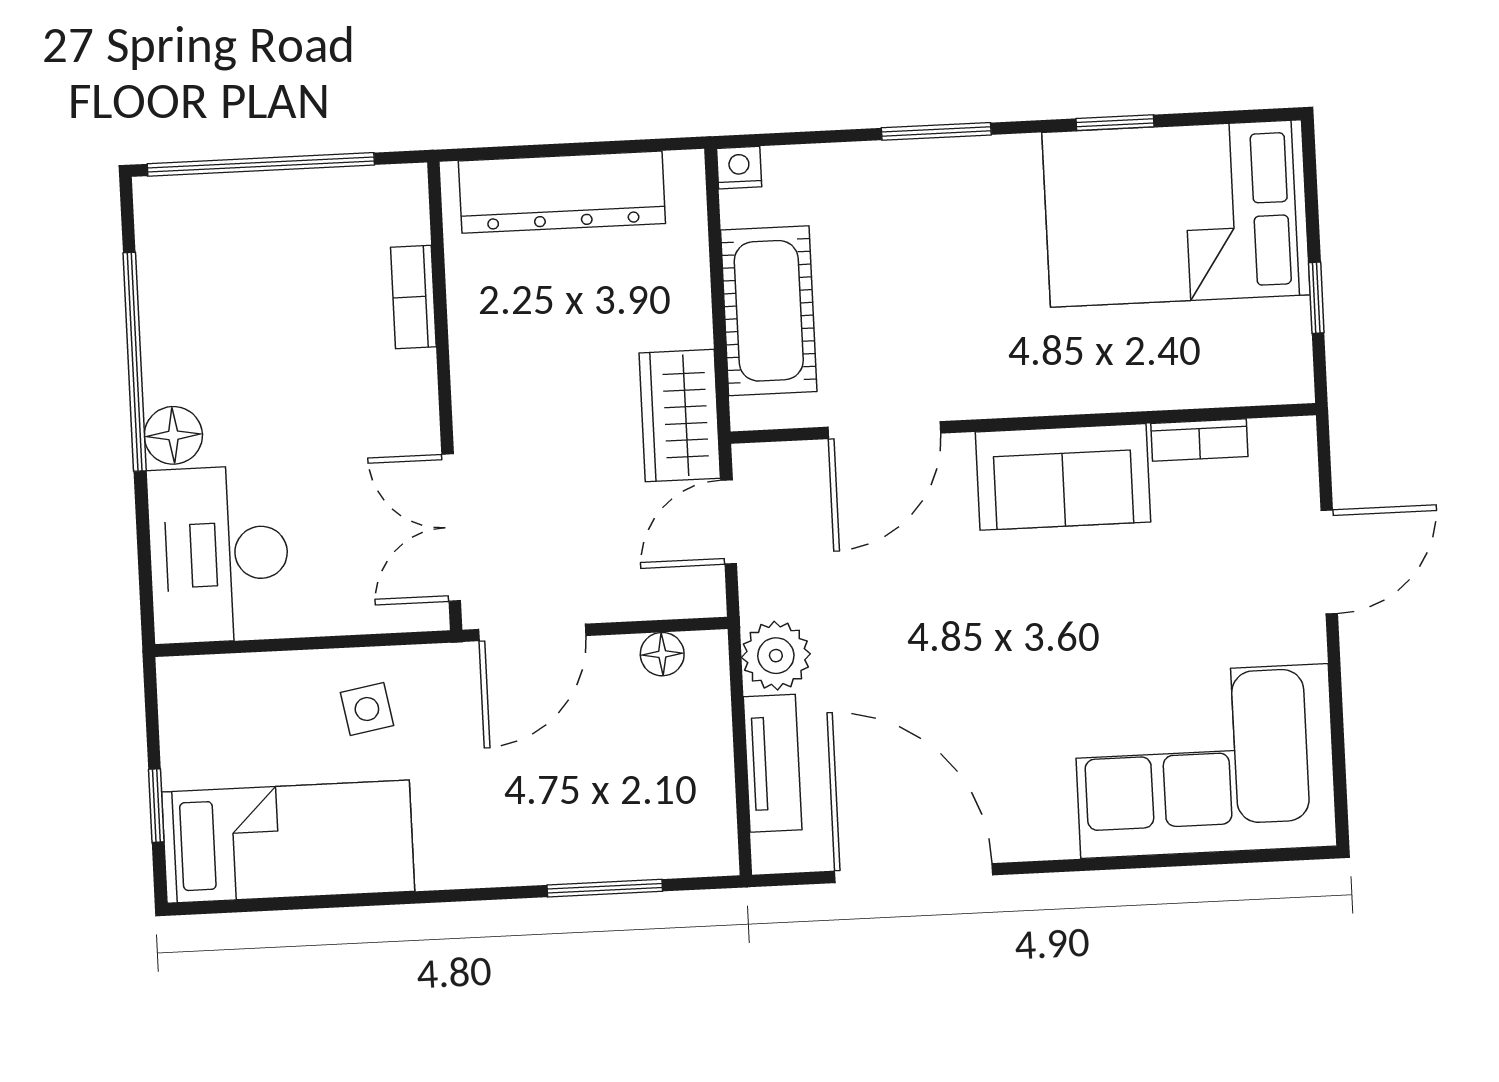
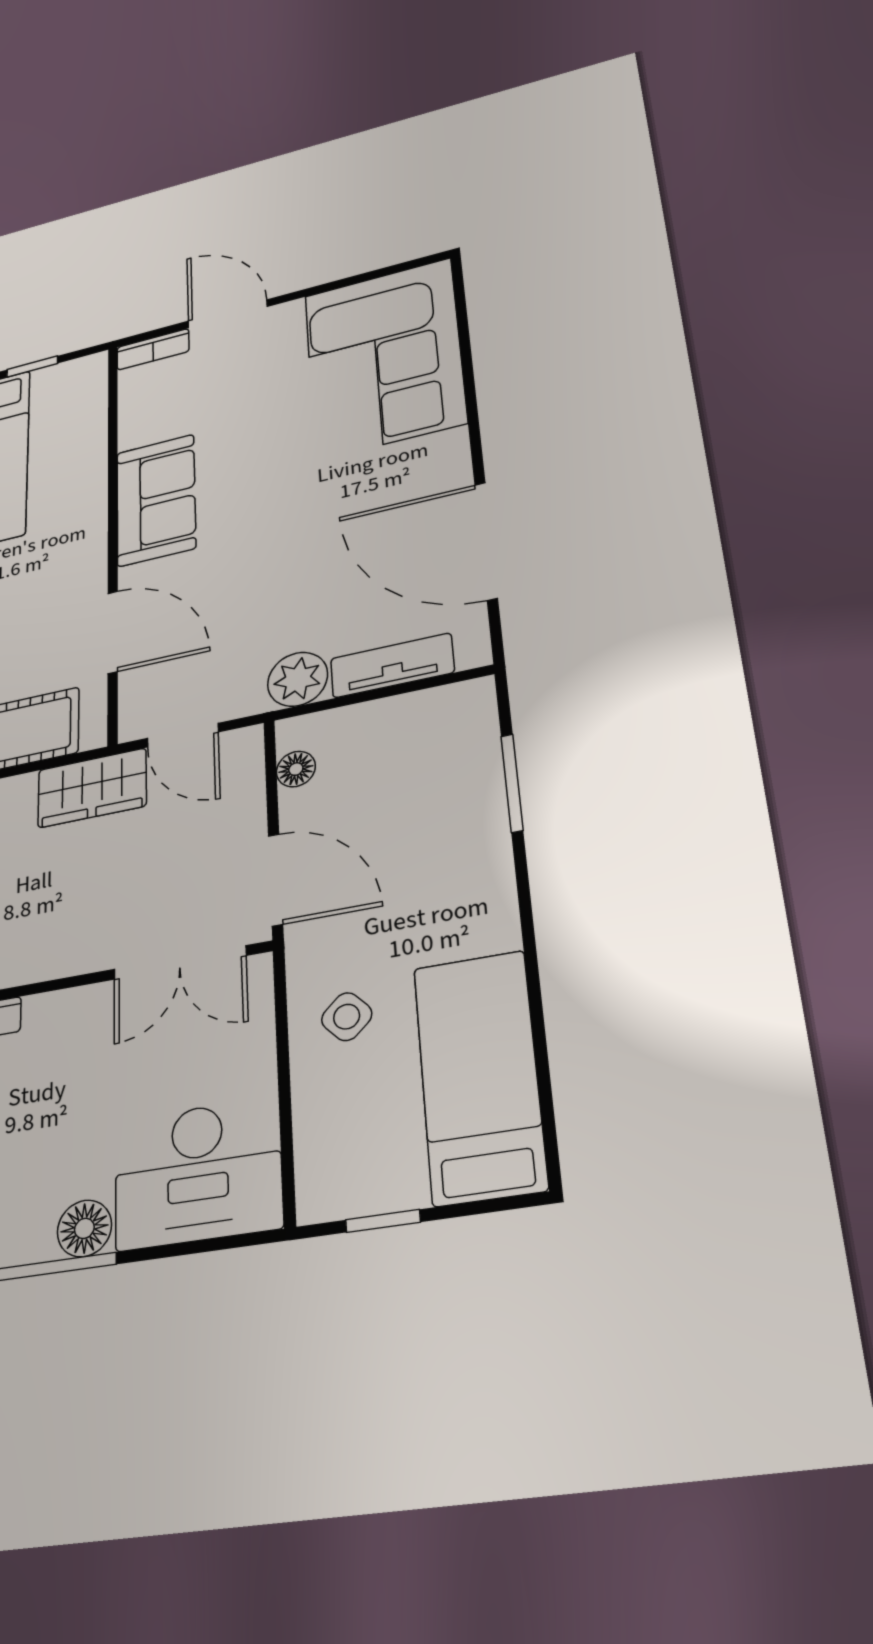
bookcase: (1199, 440) -> (153, 349), moved, turned 90
side table: (367, 709) -> (347, 1017), turned -33
window: (156, 806) -> (383, 1221), moved
door: (914, 873) -> (486, 541), hinge flipped

